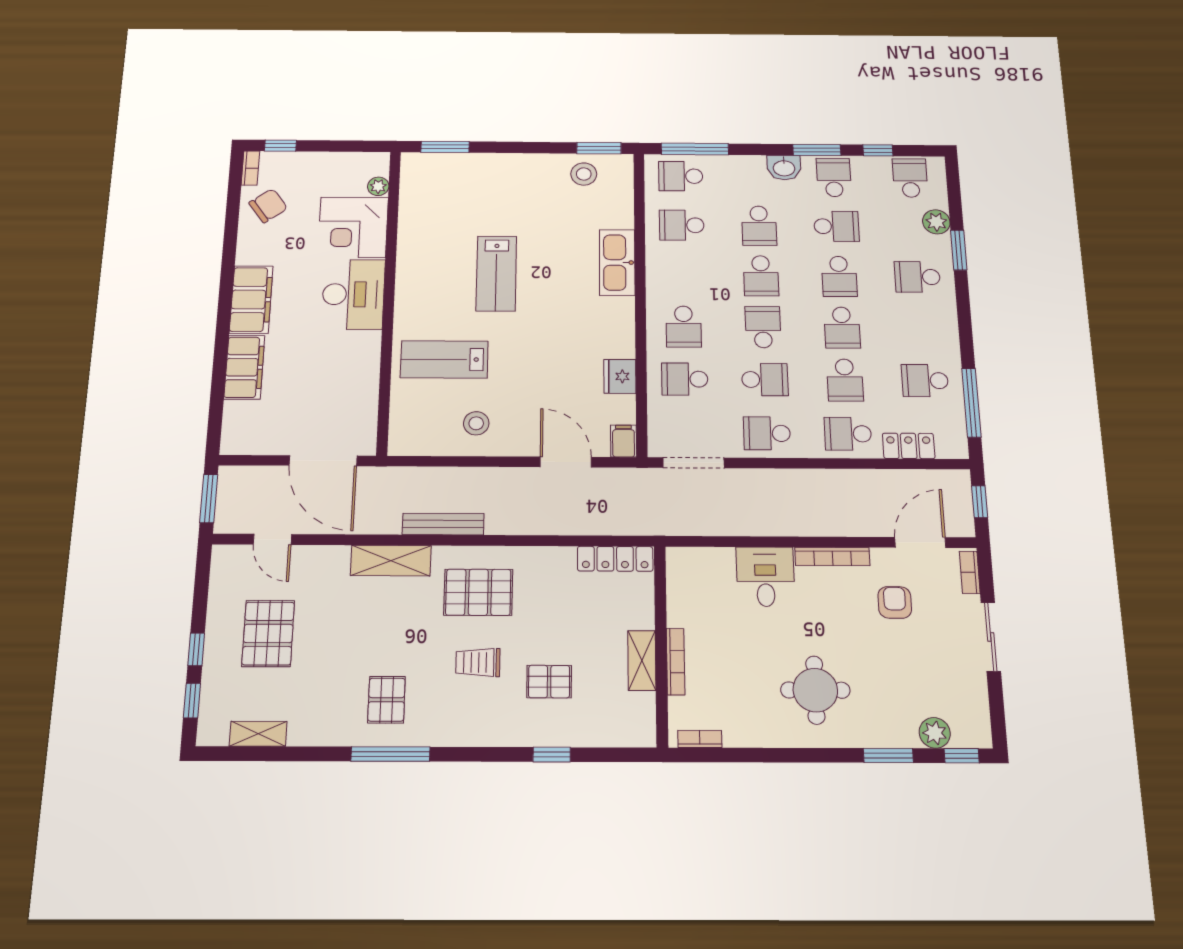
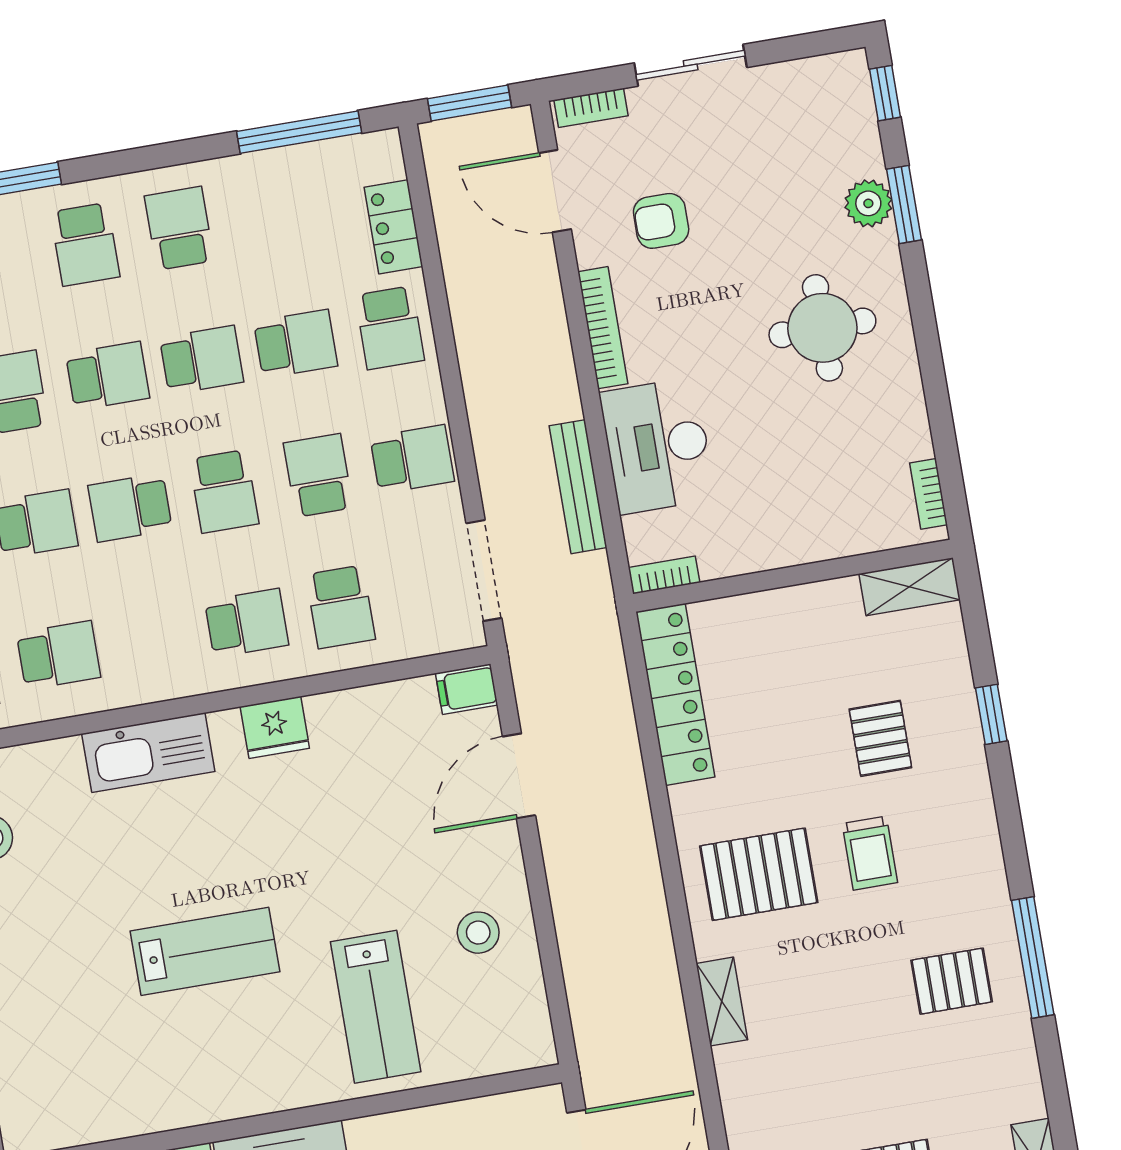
school desk: (682, 225) -> (59, 655), turned -90
school desk: (761, 276) -> (130, 507), turned 180
school desk: (763, 327) -> (224, 491), turned -90
fridge: (620, 376) -> (275, 727), moved
school desk: (925, 381) -> (179, 228), moved, turned 180
school desk: (767, 433) -> (412, 459), turned -90
window: (980, 502) -> (469, 103), width x1.50
bench: (443, 524) -> (578, 487), moved
locker: (615, 559) -> (675, 694), width x1.41, depth x1.21
shelving: (391, 561) -> (722, 1002), width x0.67, depth x0.75
desk: (765, 577) -> (657, 446), width x1.37
pallet: (478, 592) -> (759, 874), turned 90
shelving: (642, 660) -> (910, 587), moved
bookcase: (676, 662) -> (664, 575), moved, width x0.64
plant: (935, 733) -> (868, 203), moved

